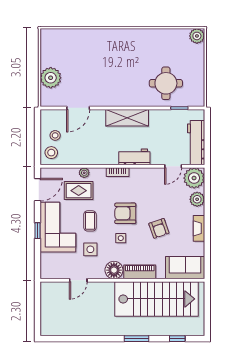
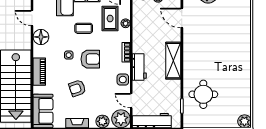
armchair: (125, 213) -> (90, 59), turned 90
side table: (90, 249) -> (123, 80), moved
floor lamp: (114, 270) -> (41, 37), moved

